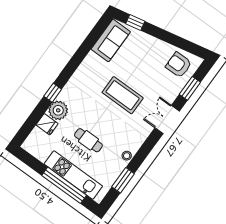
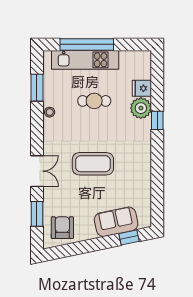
sofa: (111, 40) -> (116, 222), moved, turned 78
armchair: (179, 65) -> (62, 228), turned -90

